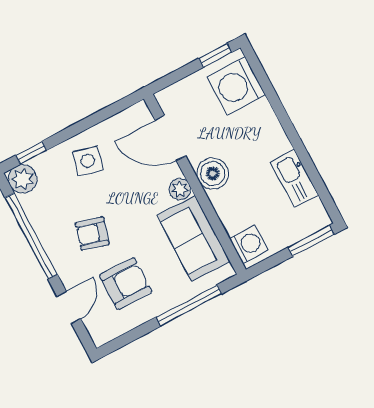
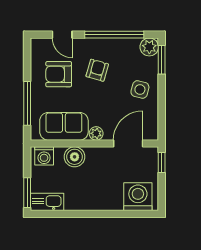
window: (215, 55) -> (162, 163), moved
window: (31, 153) -> (162, 60), width x1.50
boiler: (213, 173) -> (75, 157), moved
kitchen sink: (295, 178) -> (47, 202), moved
armchair: (126, 284) -> (59, 74), turned 90

